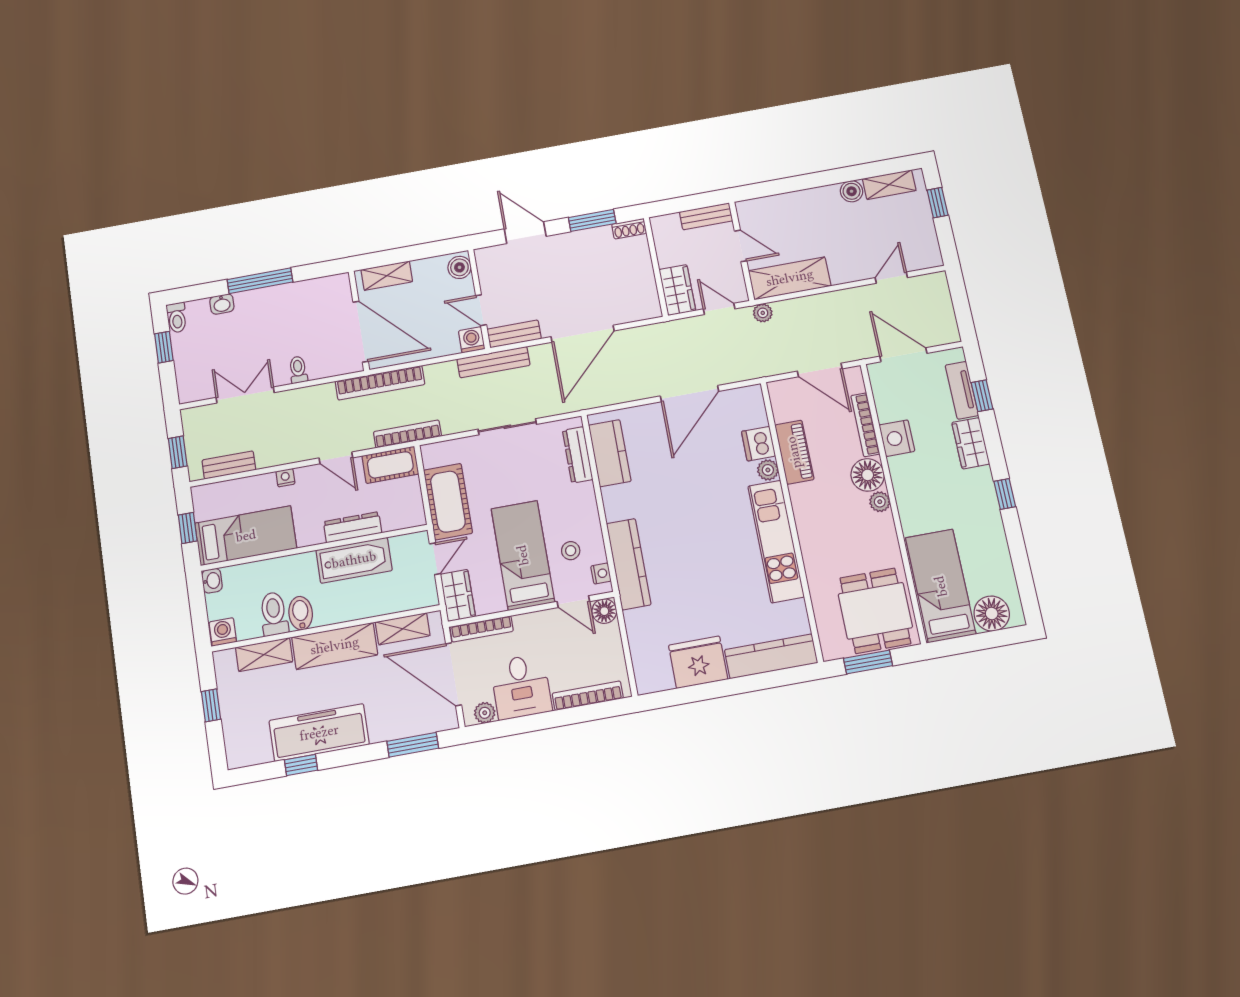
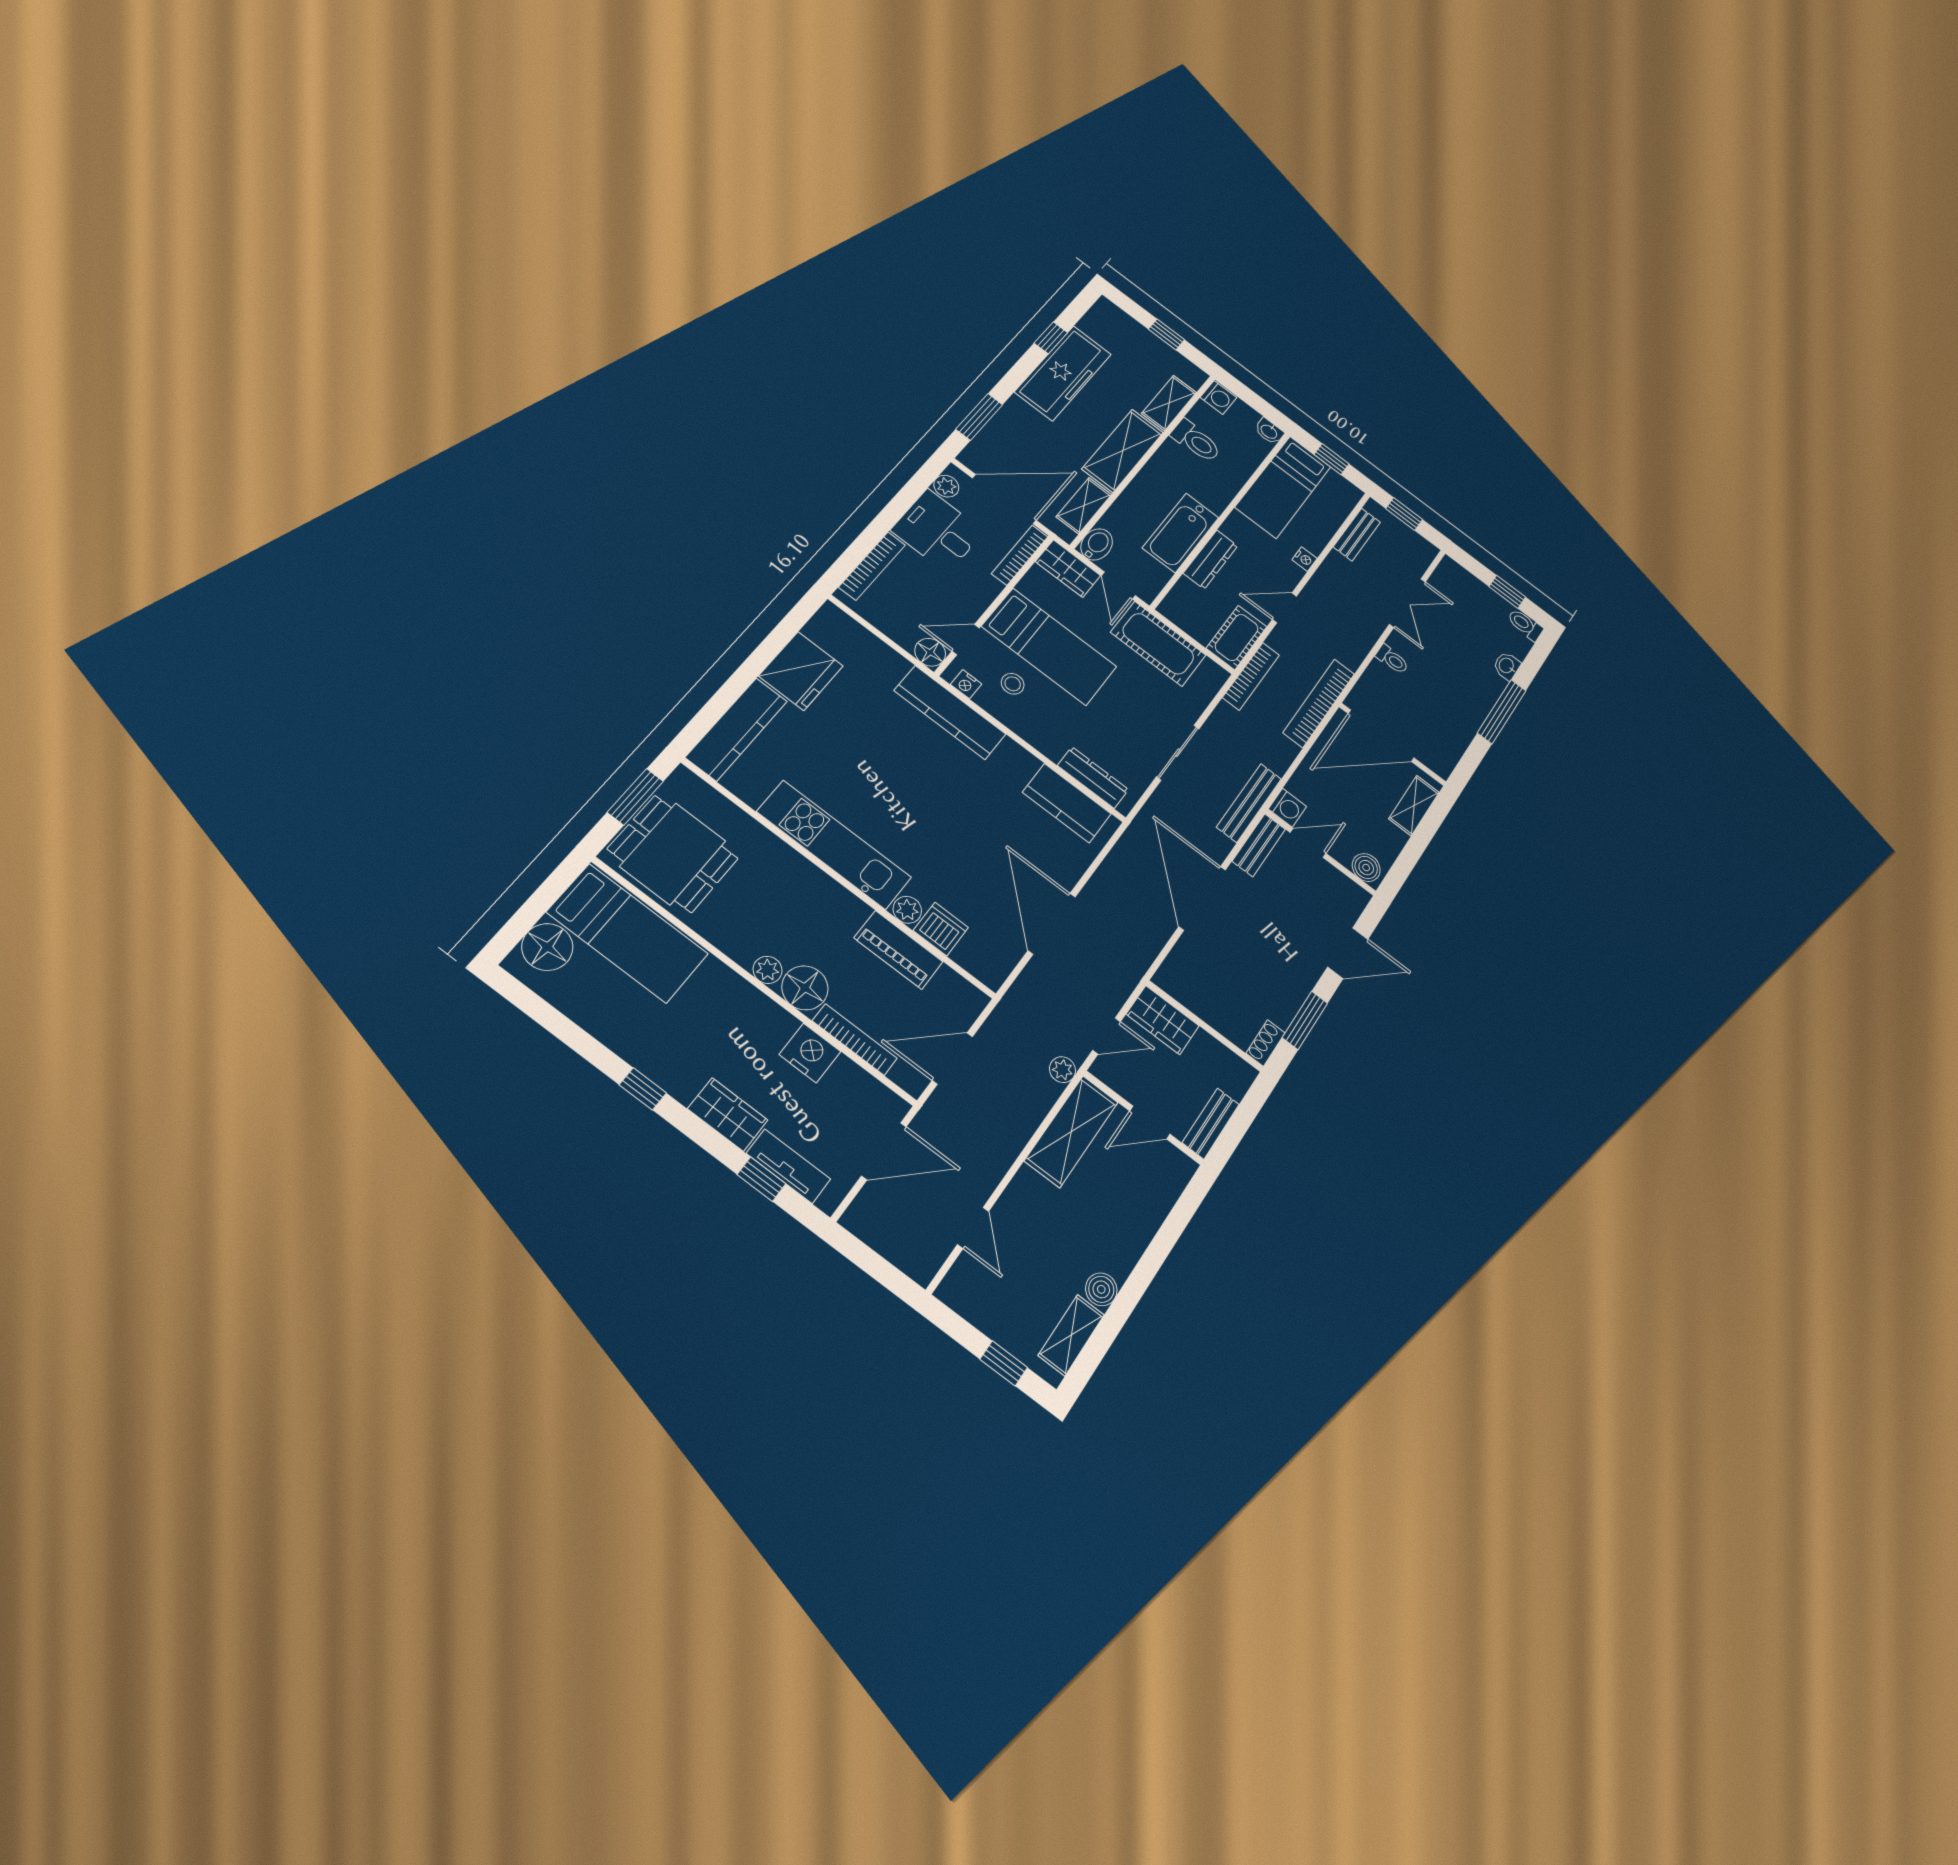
bidet: (301, 613) -> (1097, 544), moved, turned -90

